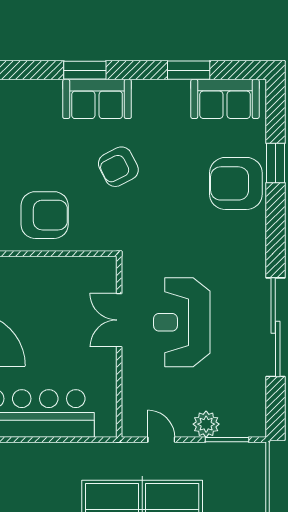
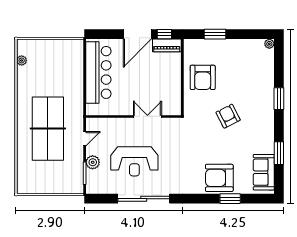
sofa: (97, 99) -> (264, 105), removed
armchair: (236, 183) -> (219, 178), turned -90
reception desk: (182, 322) -> (134, 161), moved, turned 180

